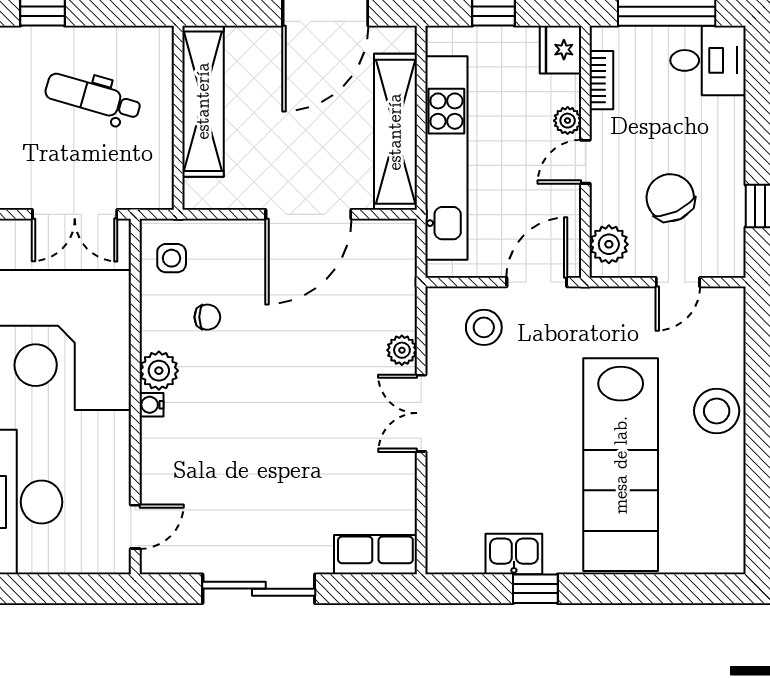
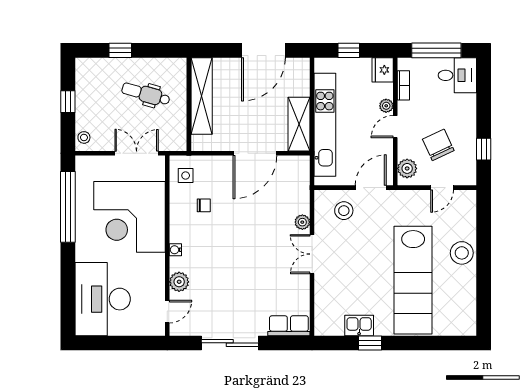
shelving: (395, 132) -> (299, 124), width x0.68
double door: (75, 214) -> (137, 153), swing flipped
plant: (159, 371) -> (179, 282), moved

